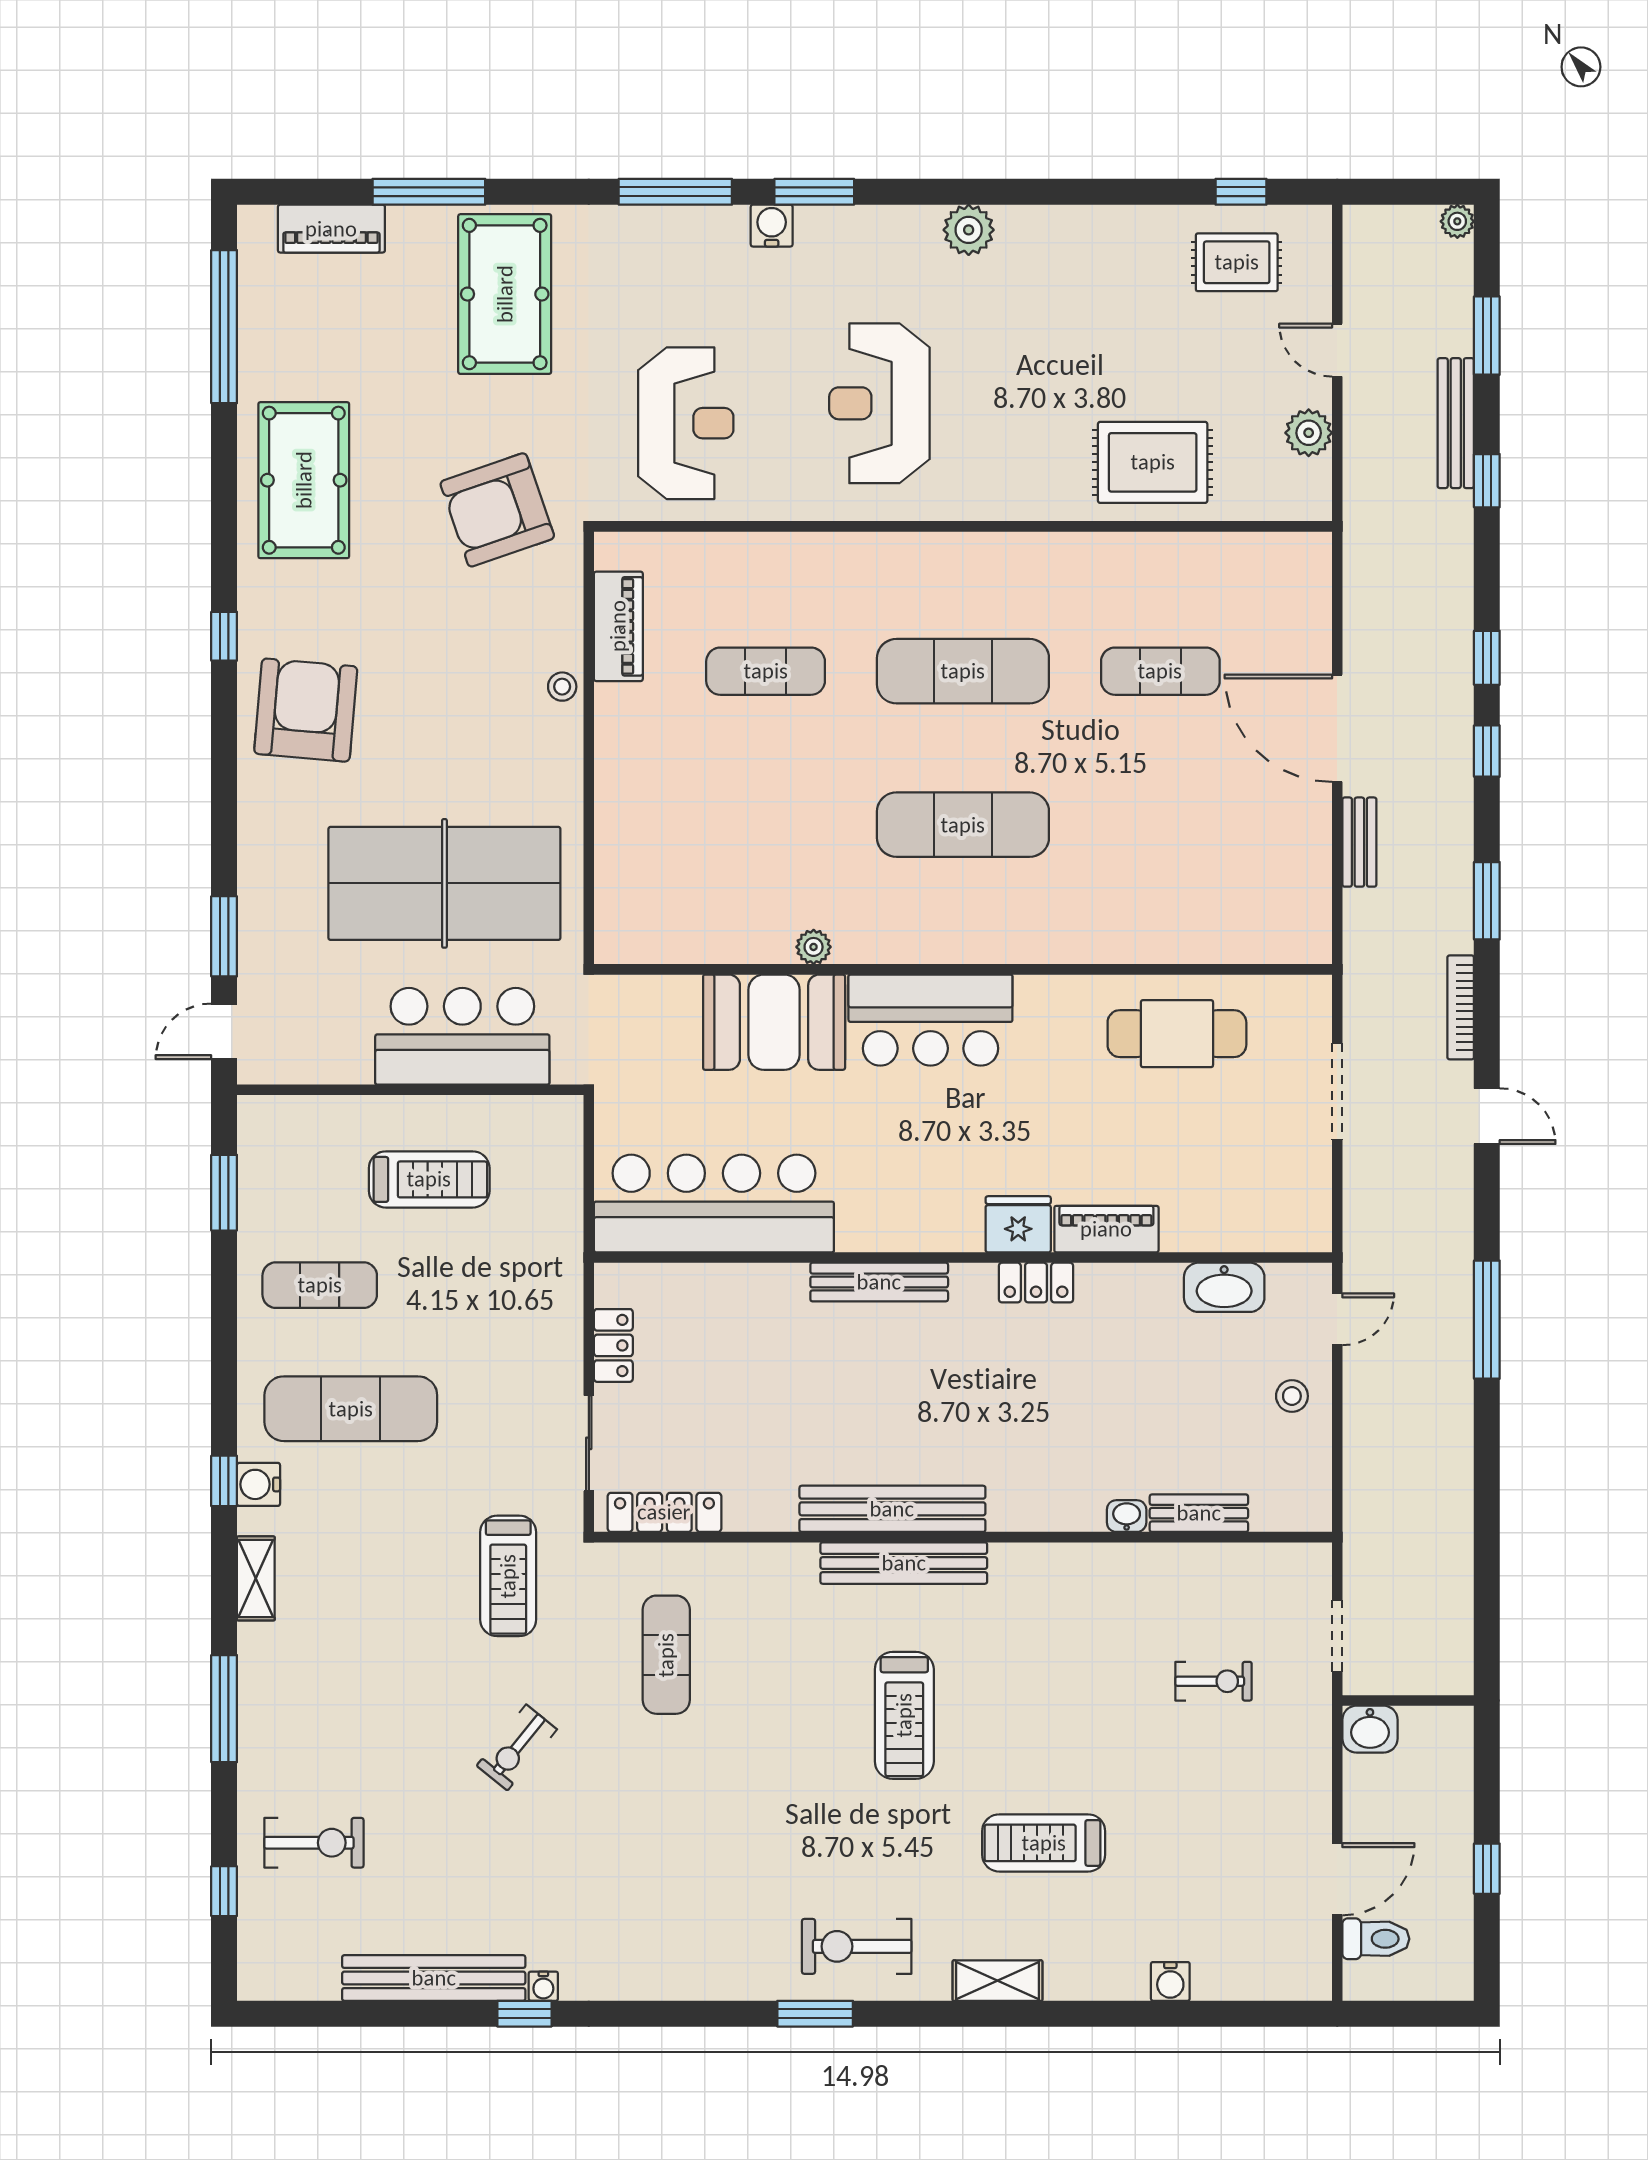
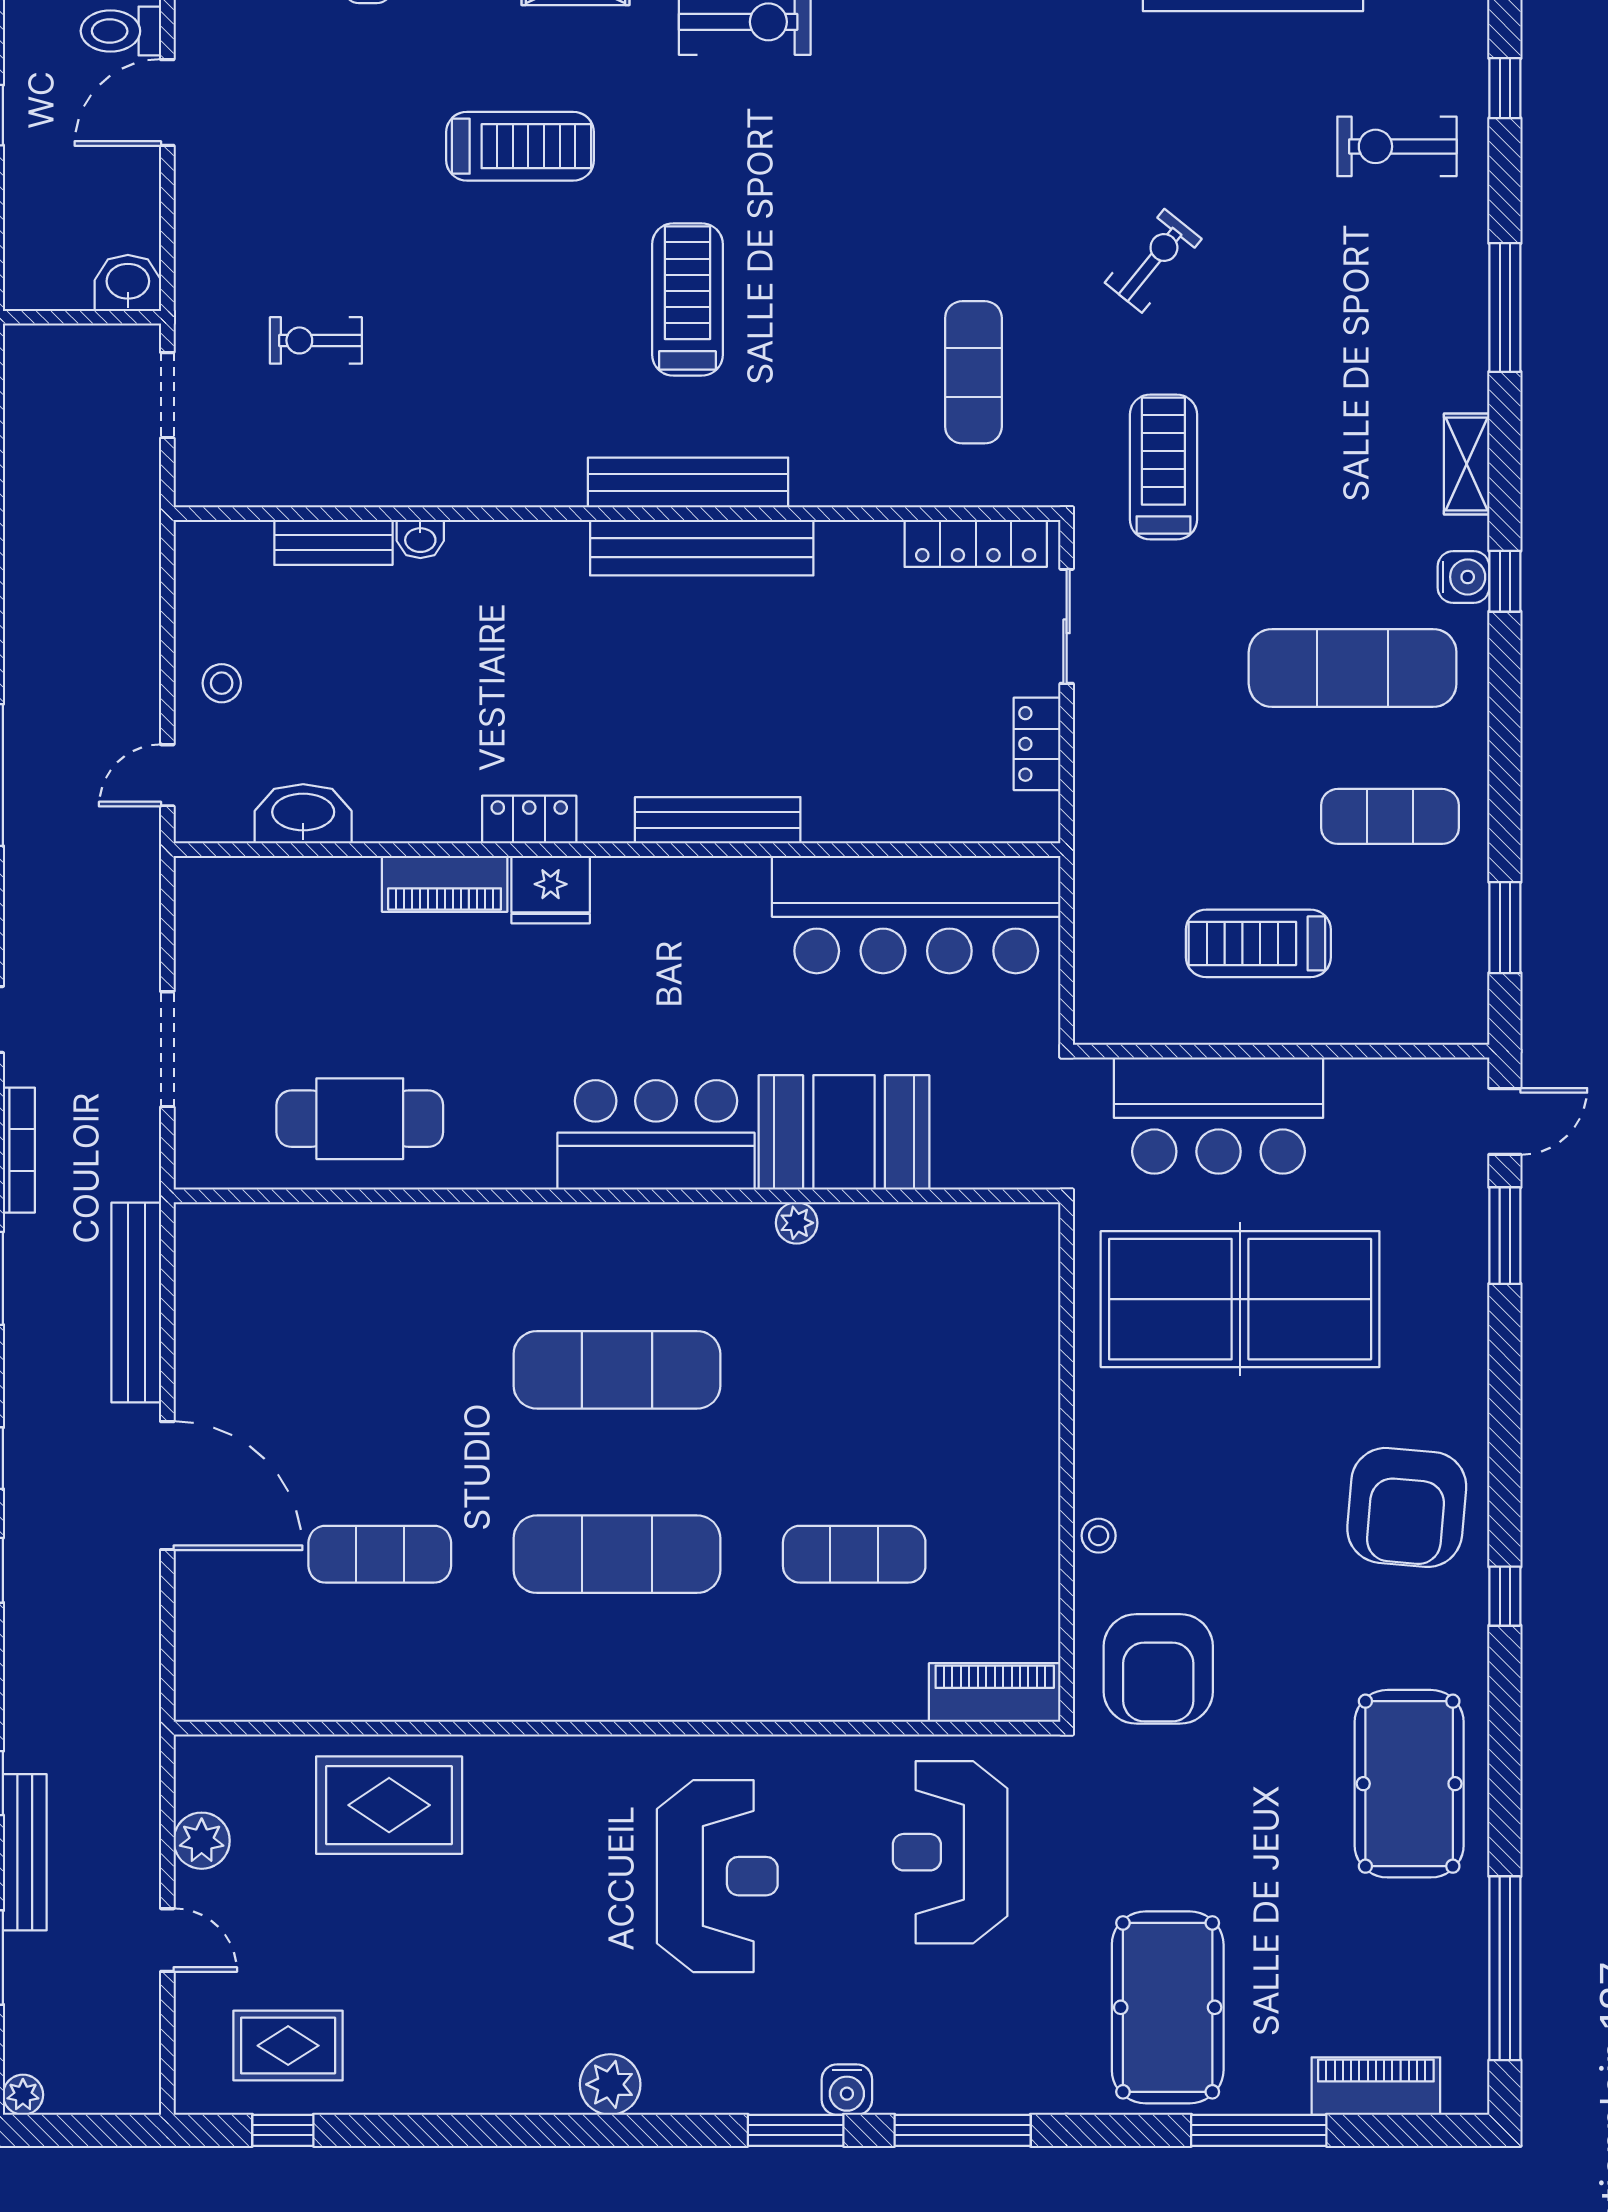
armchair: (497, 510) -> (1158, 1669), moved, turned 109
piano: (618, 626) -> (995, 1693), moved, turned 90
bench: (1359, 842) -> (136, 1302), width x1.86, depth x1.21

